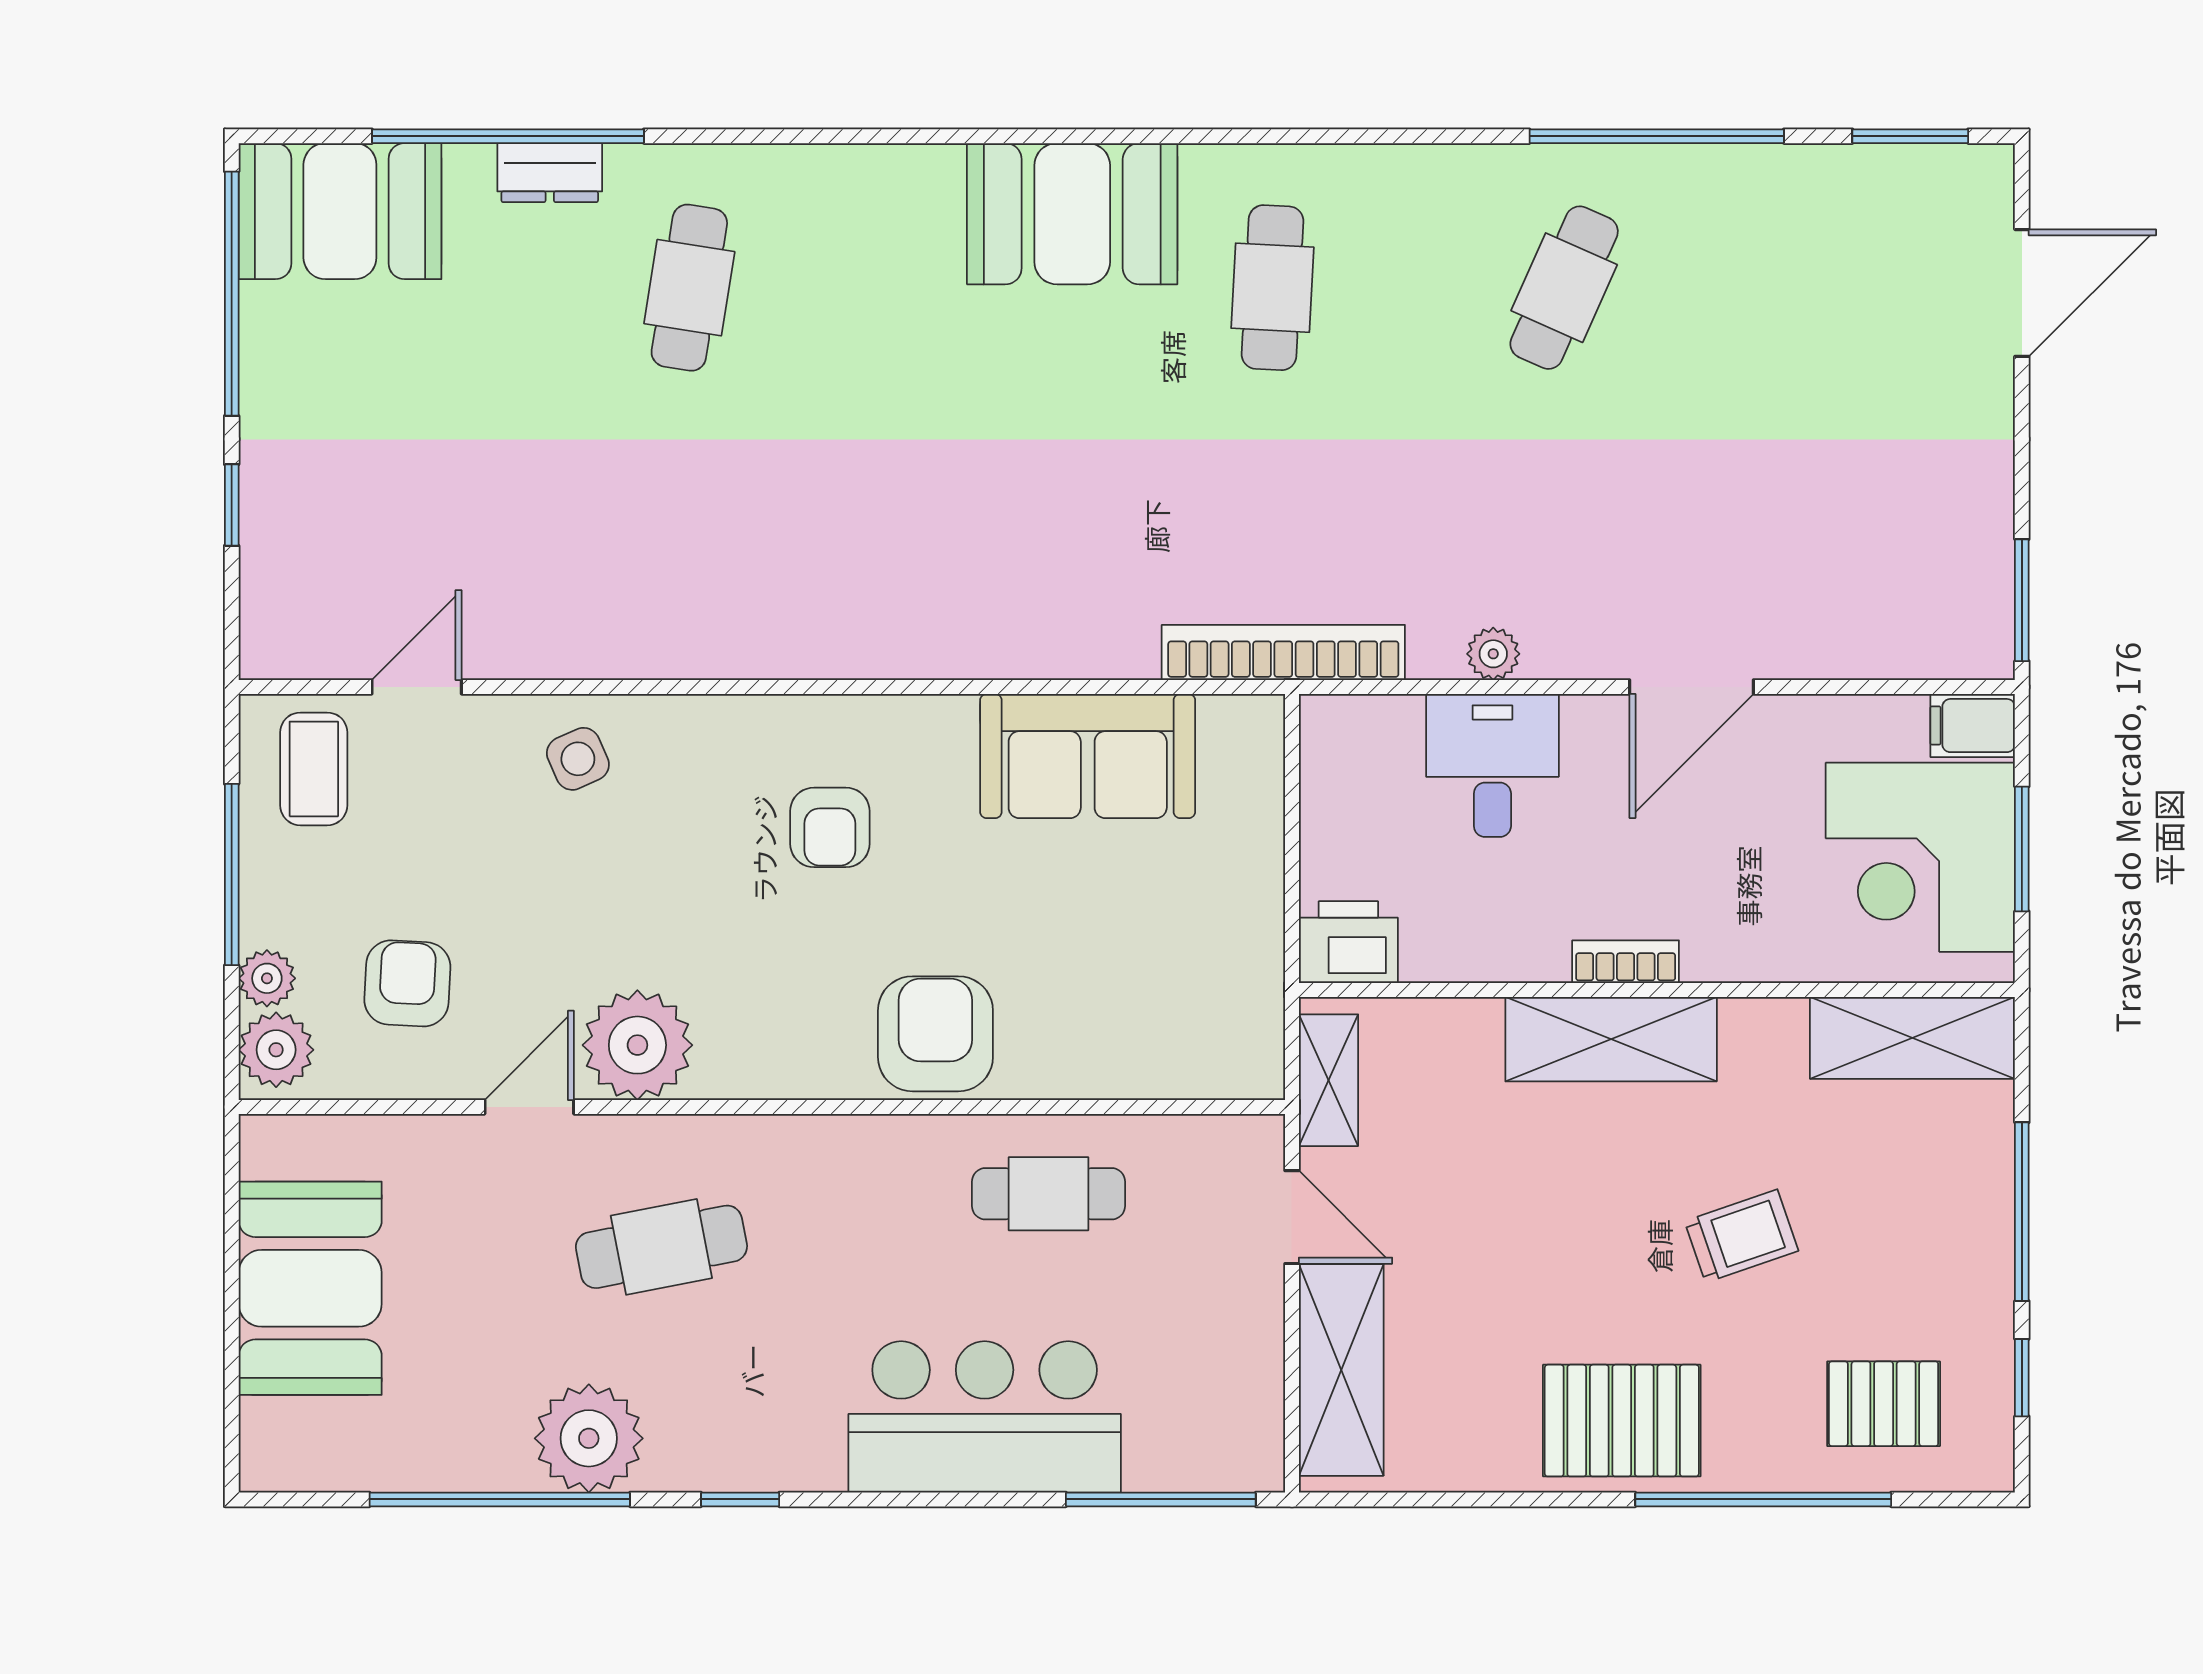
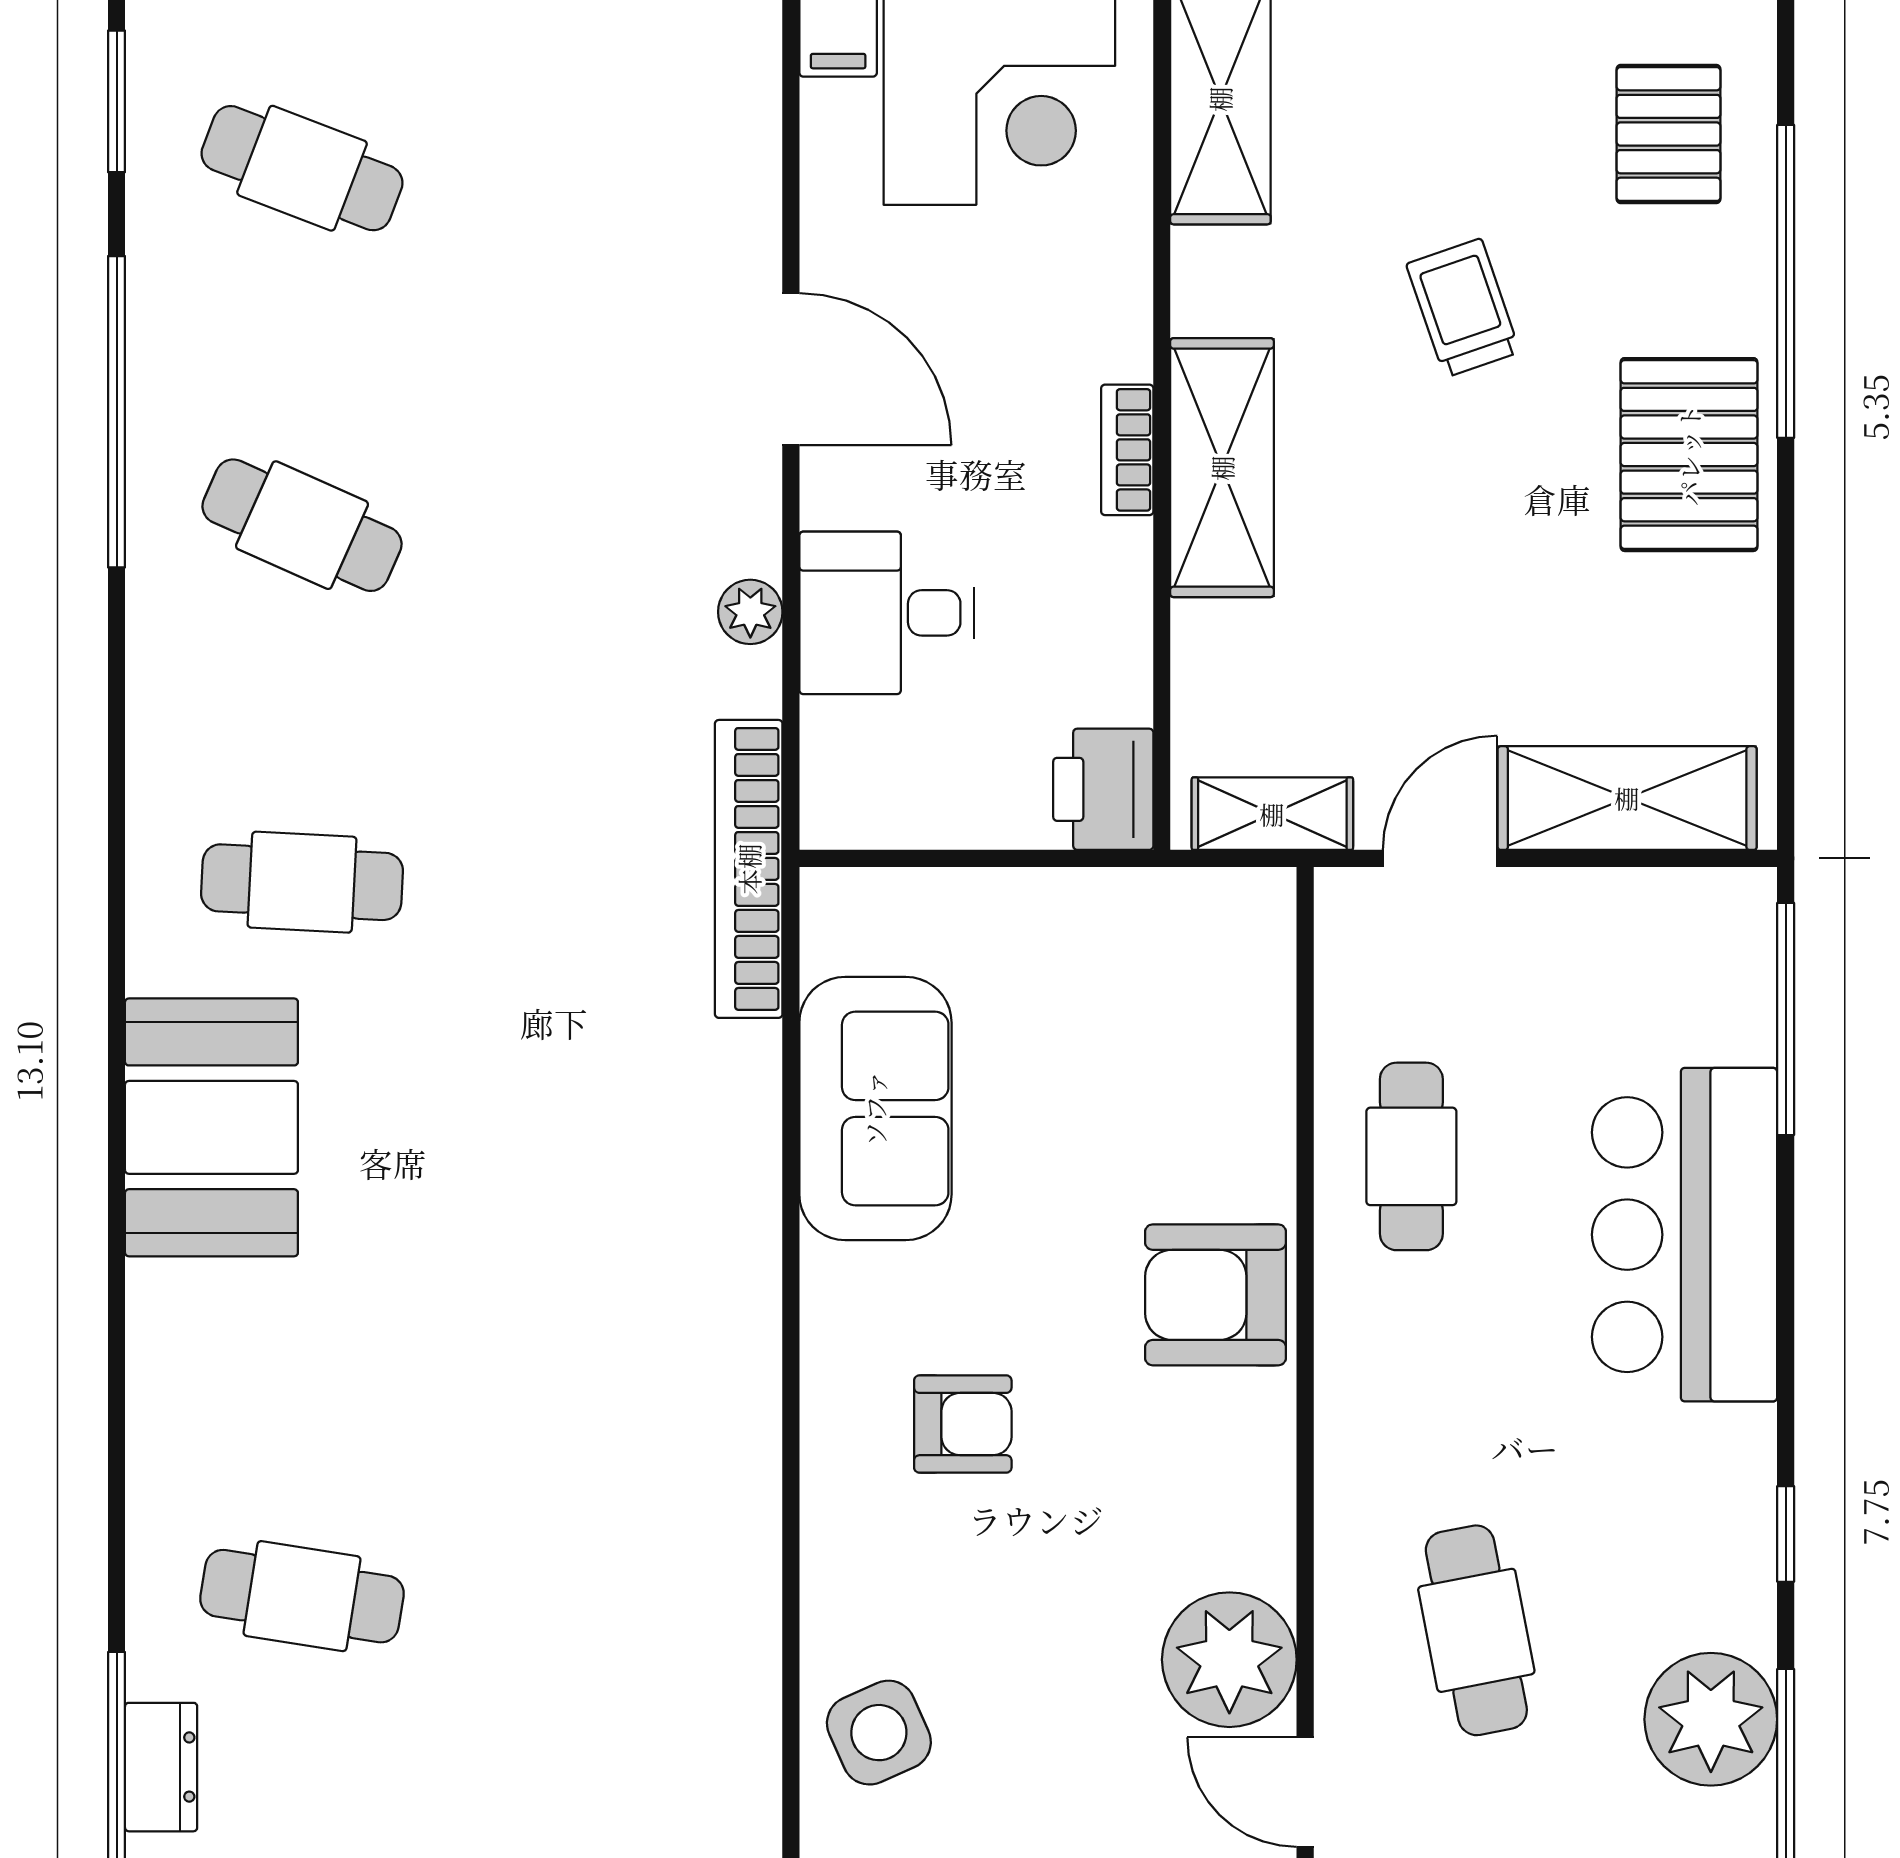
cafe table: (1856, 288) -> (302, 168), added
side table: (578, 759) -> (879, 1733), width x1.37, depth x1.37

